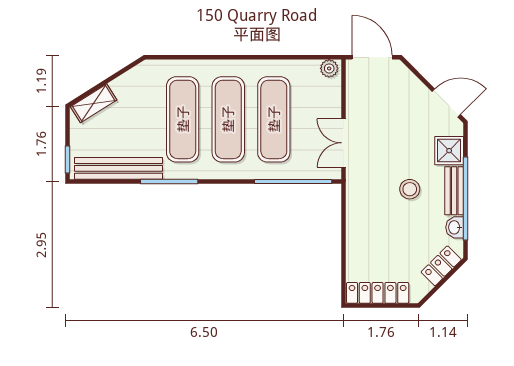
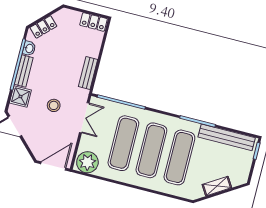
door: (372, 57) -> (53, 166), swing flipped
plant: (329, 68) -> (87, 162), width x1.88, depth x1.88
shelving: (94, 103) -> (217, 186), moved
stool: (410, 189) -> (54, 105), moved
bench: (355, 213) -> (88, 73), added
locker: (378, 293) -> (94, 22), width x0.66

